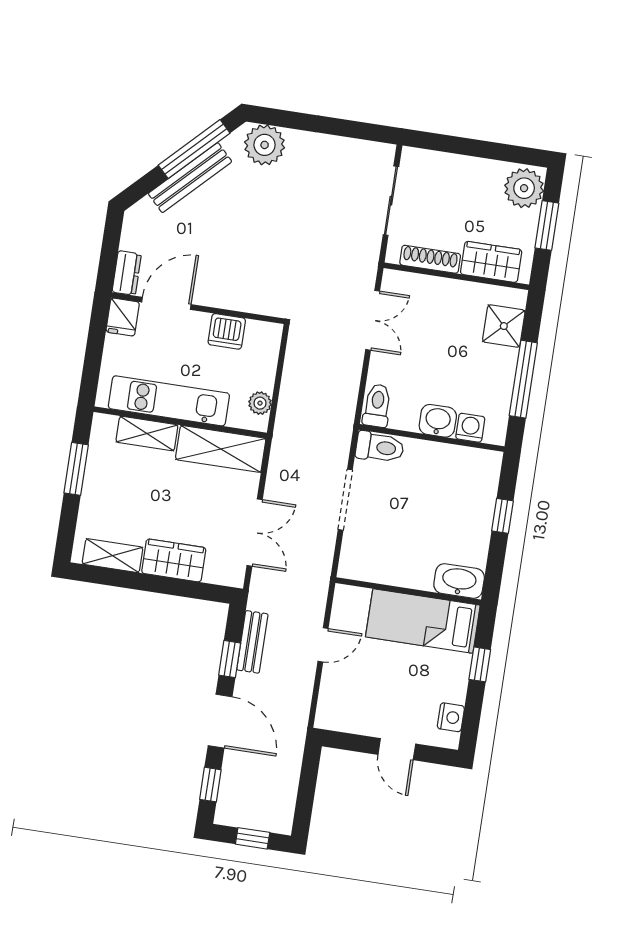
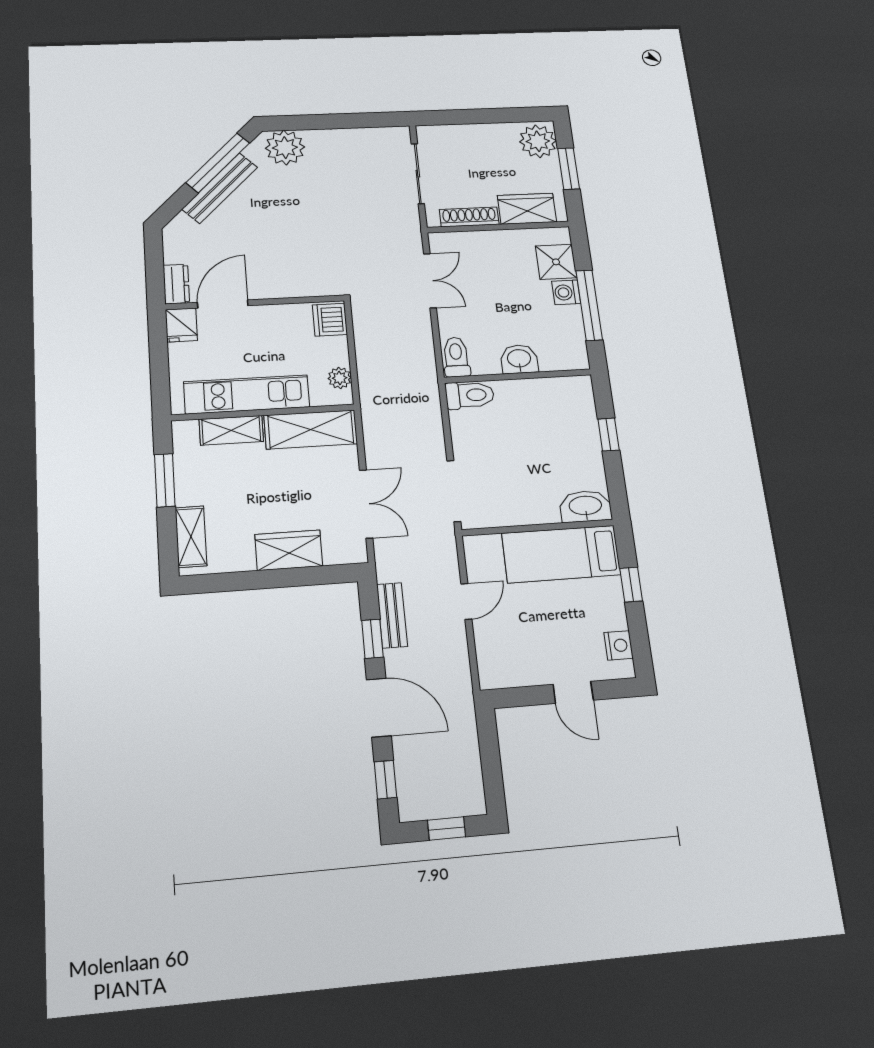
dishwasher: (227, 331) -> (330, 320), moved, turned 90
washing machine: (470, 428) -> (566, 292), moved, turned -90
doorway: (345, 500) -> (454, 491), moved
shelving: (113, 556) -> (191, 537), moved, turned 90

